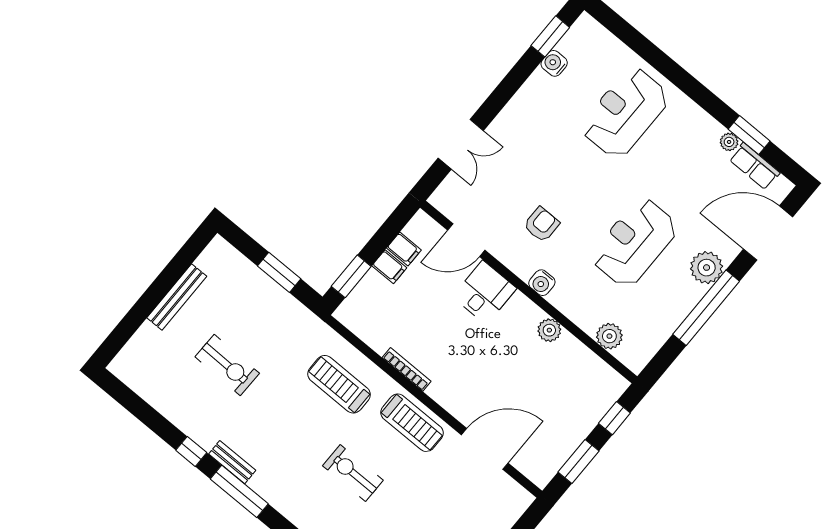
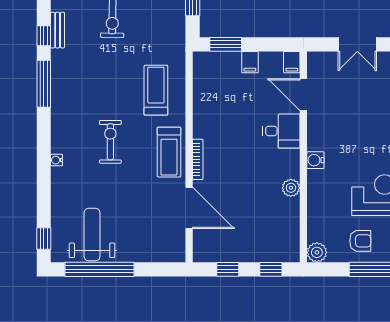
armchair: (542, 224) -> (360, 241), moved
filing cabinet: (404, 249) -> (292, 62), moved
plant: (609, 336) -> (317, 252), moved
bookcase: (407, 369) -> (198, 159), moved
window: (578, 461) -> (228, 269), width x0.67
bench: (232, 462) -> (58, 30), moved

